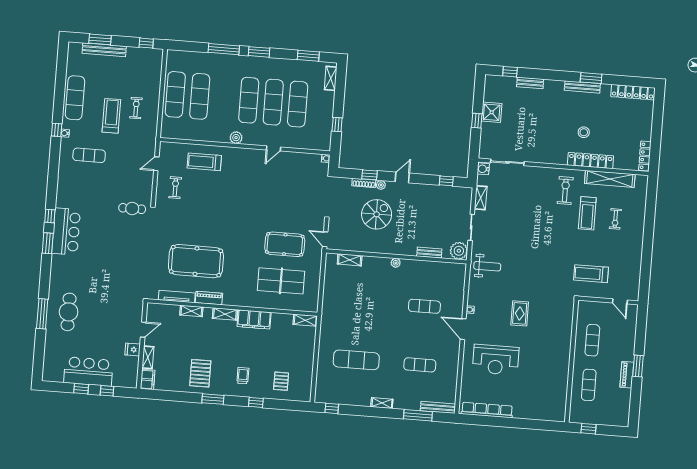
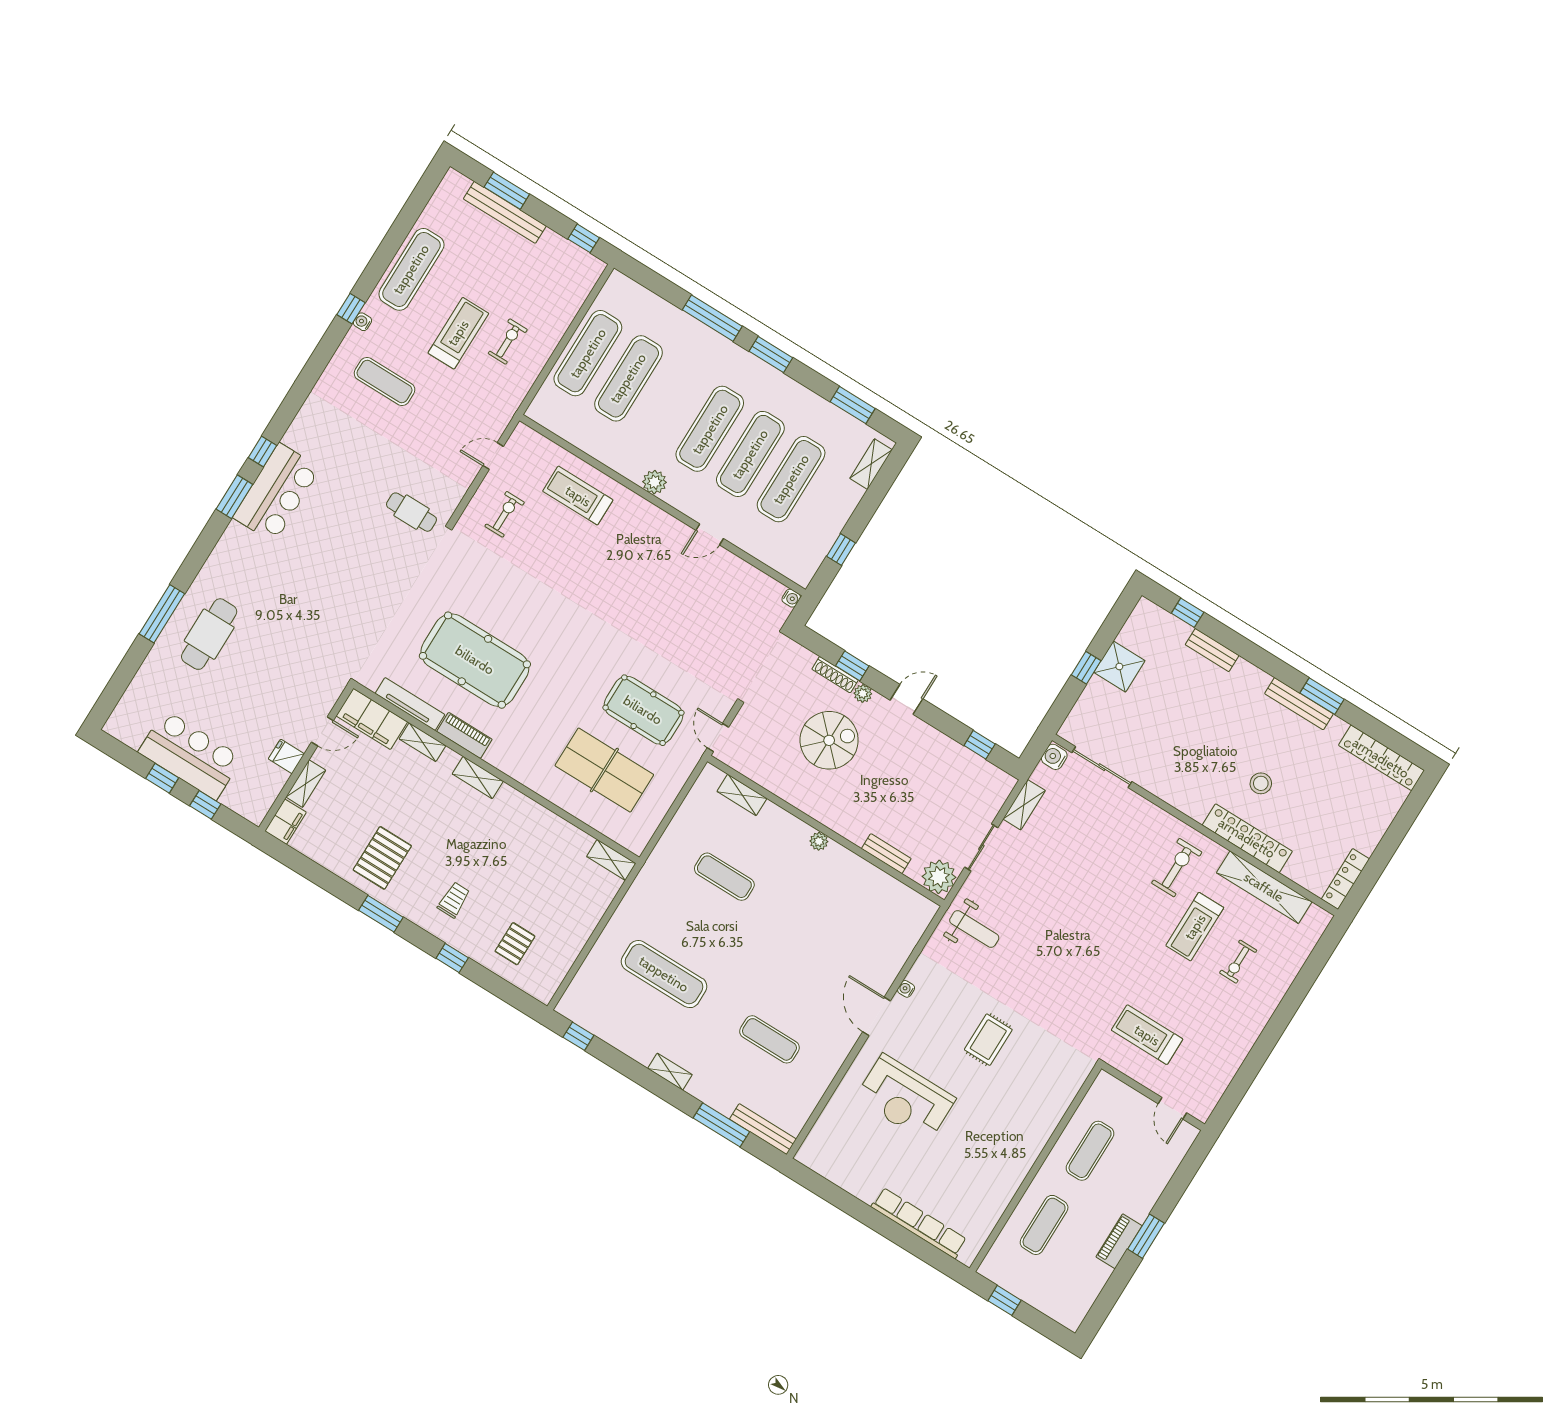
exercise mat: (424, 306) -> (724, 877), moved
filing cabinet: (254, 319) -> (372, 719), moved
row of seats: (487, 410) -> (919, 1223), moved

